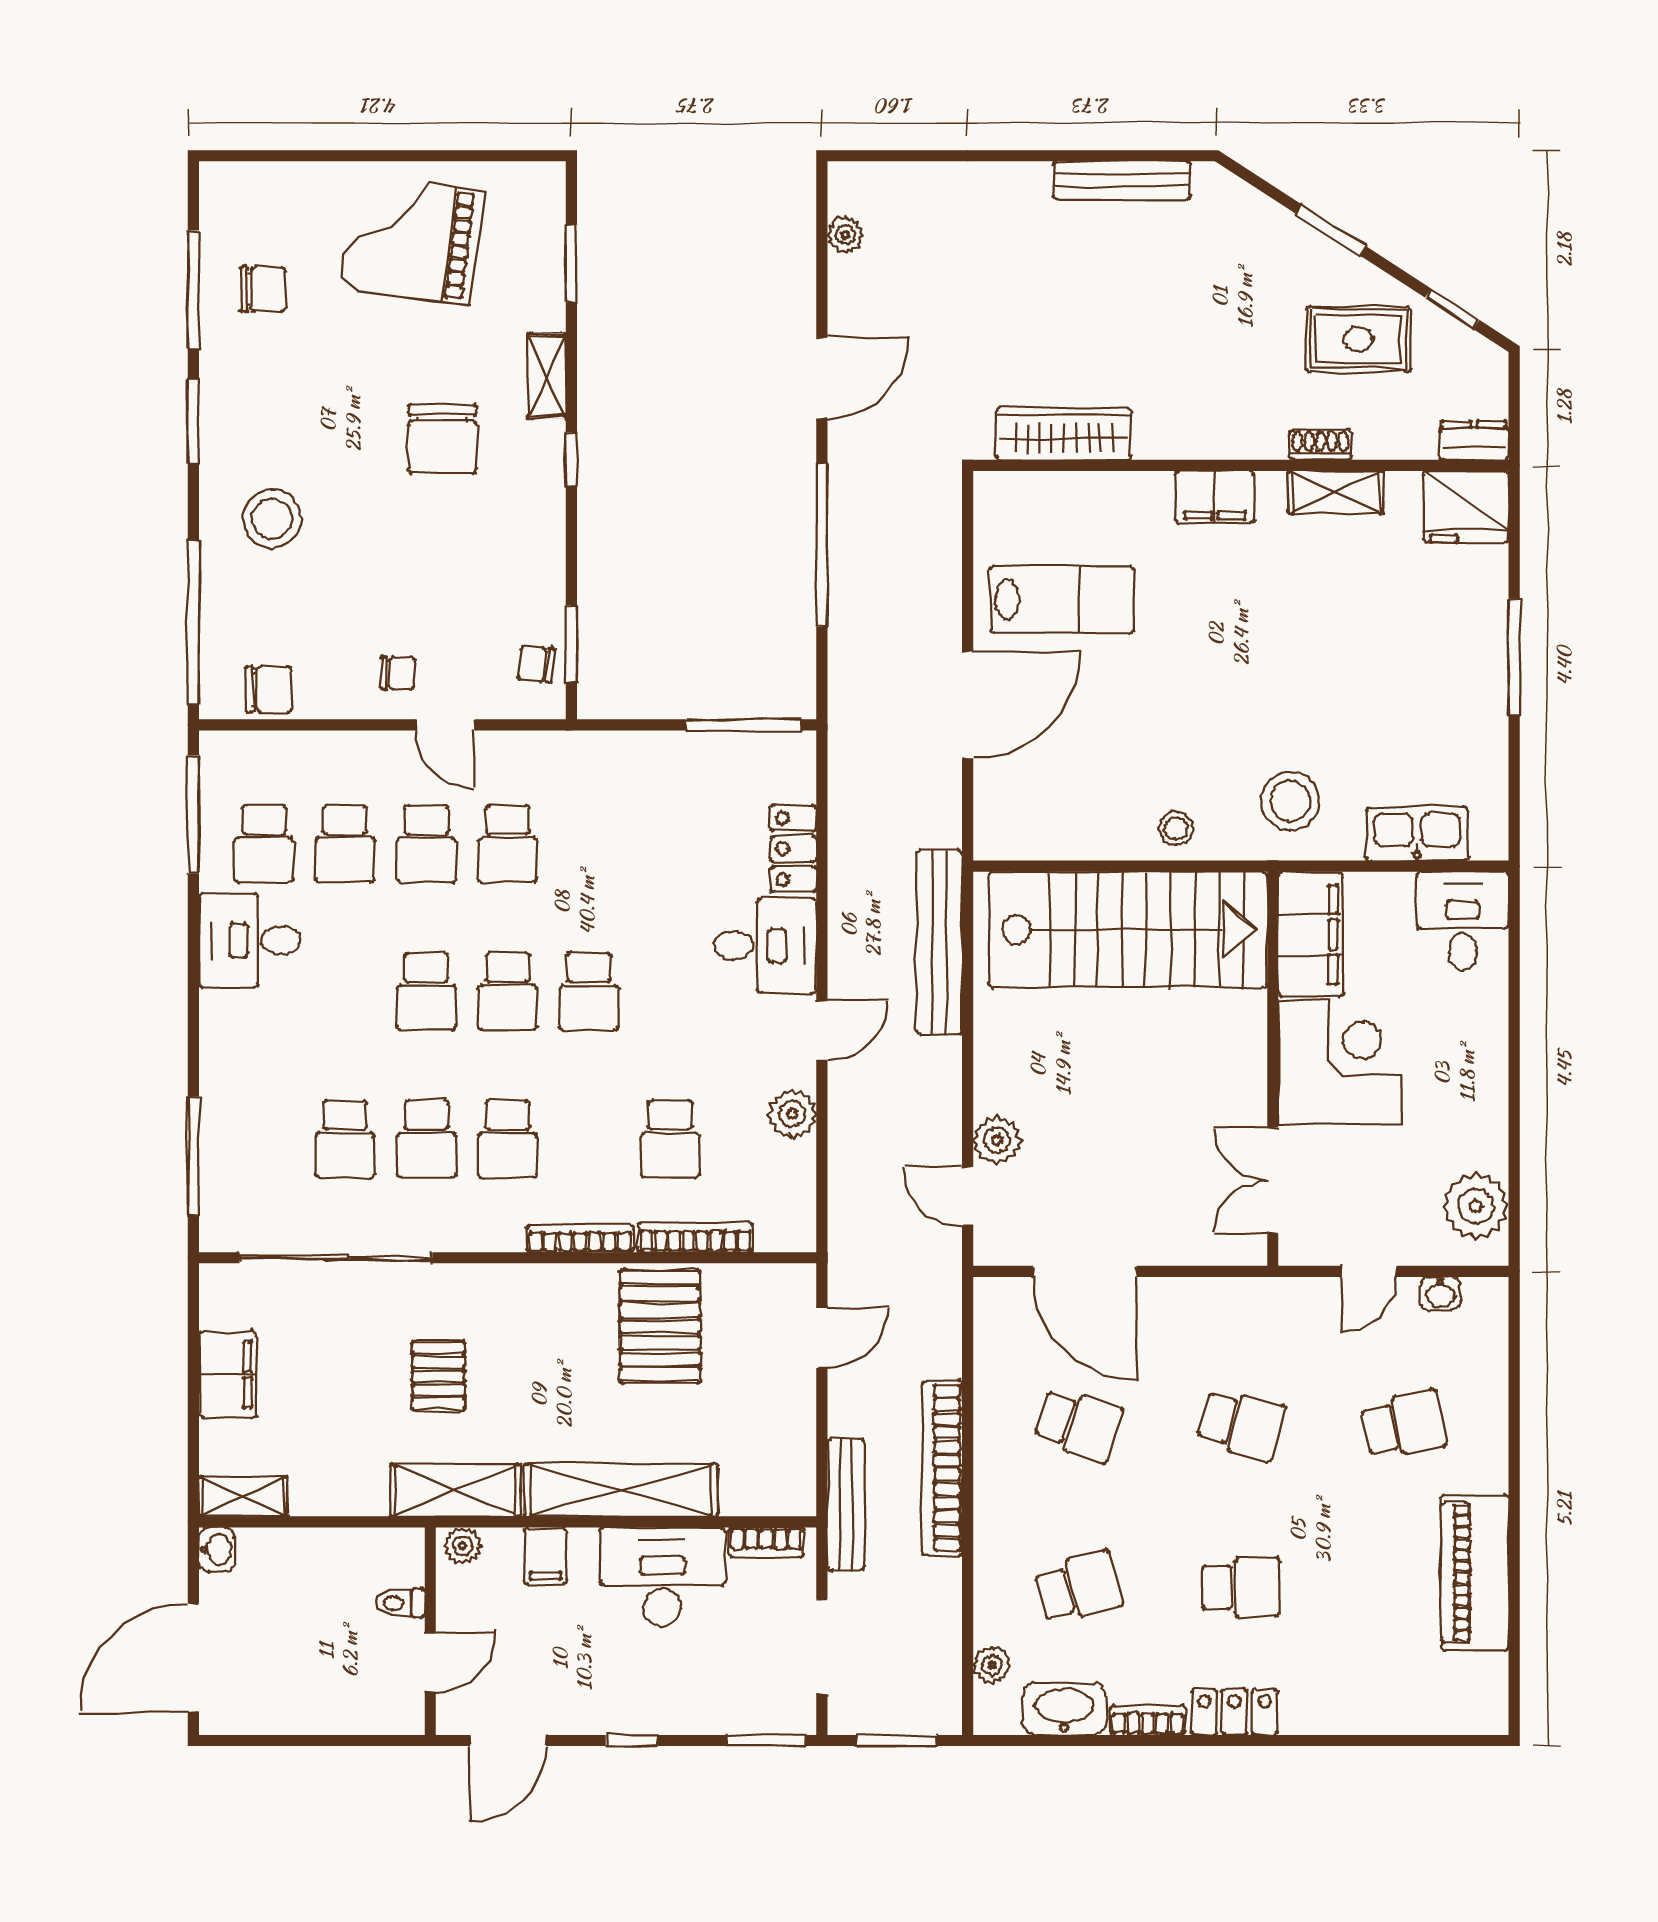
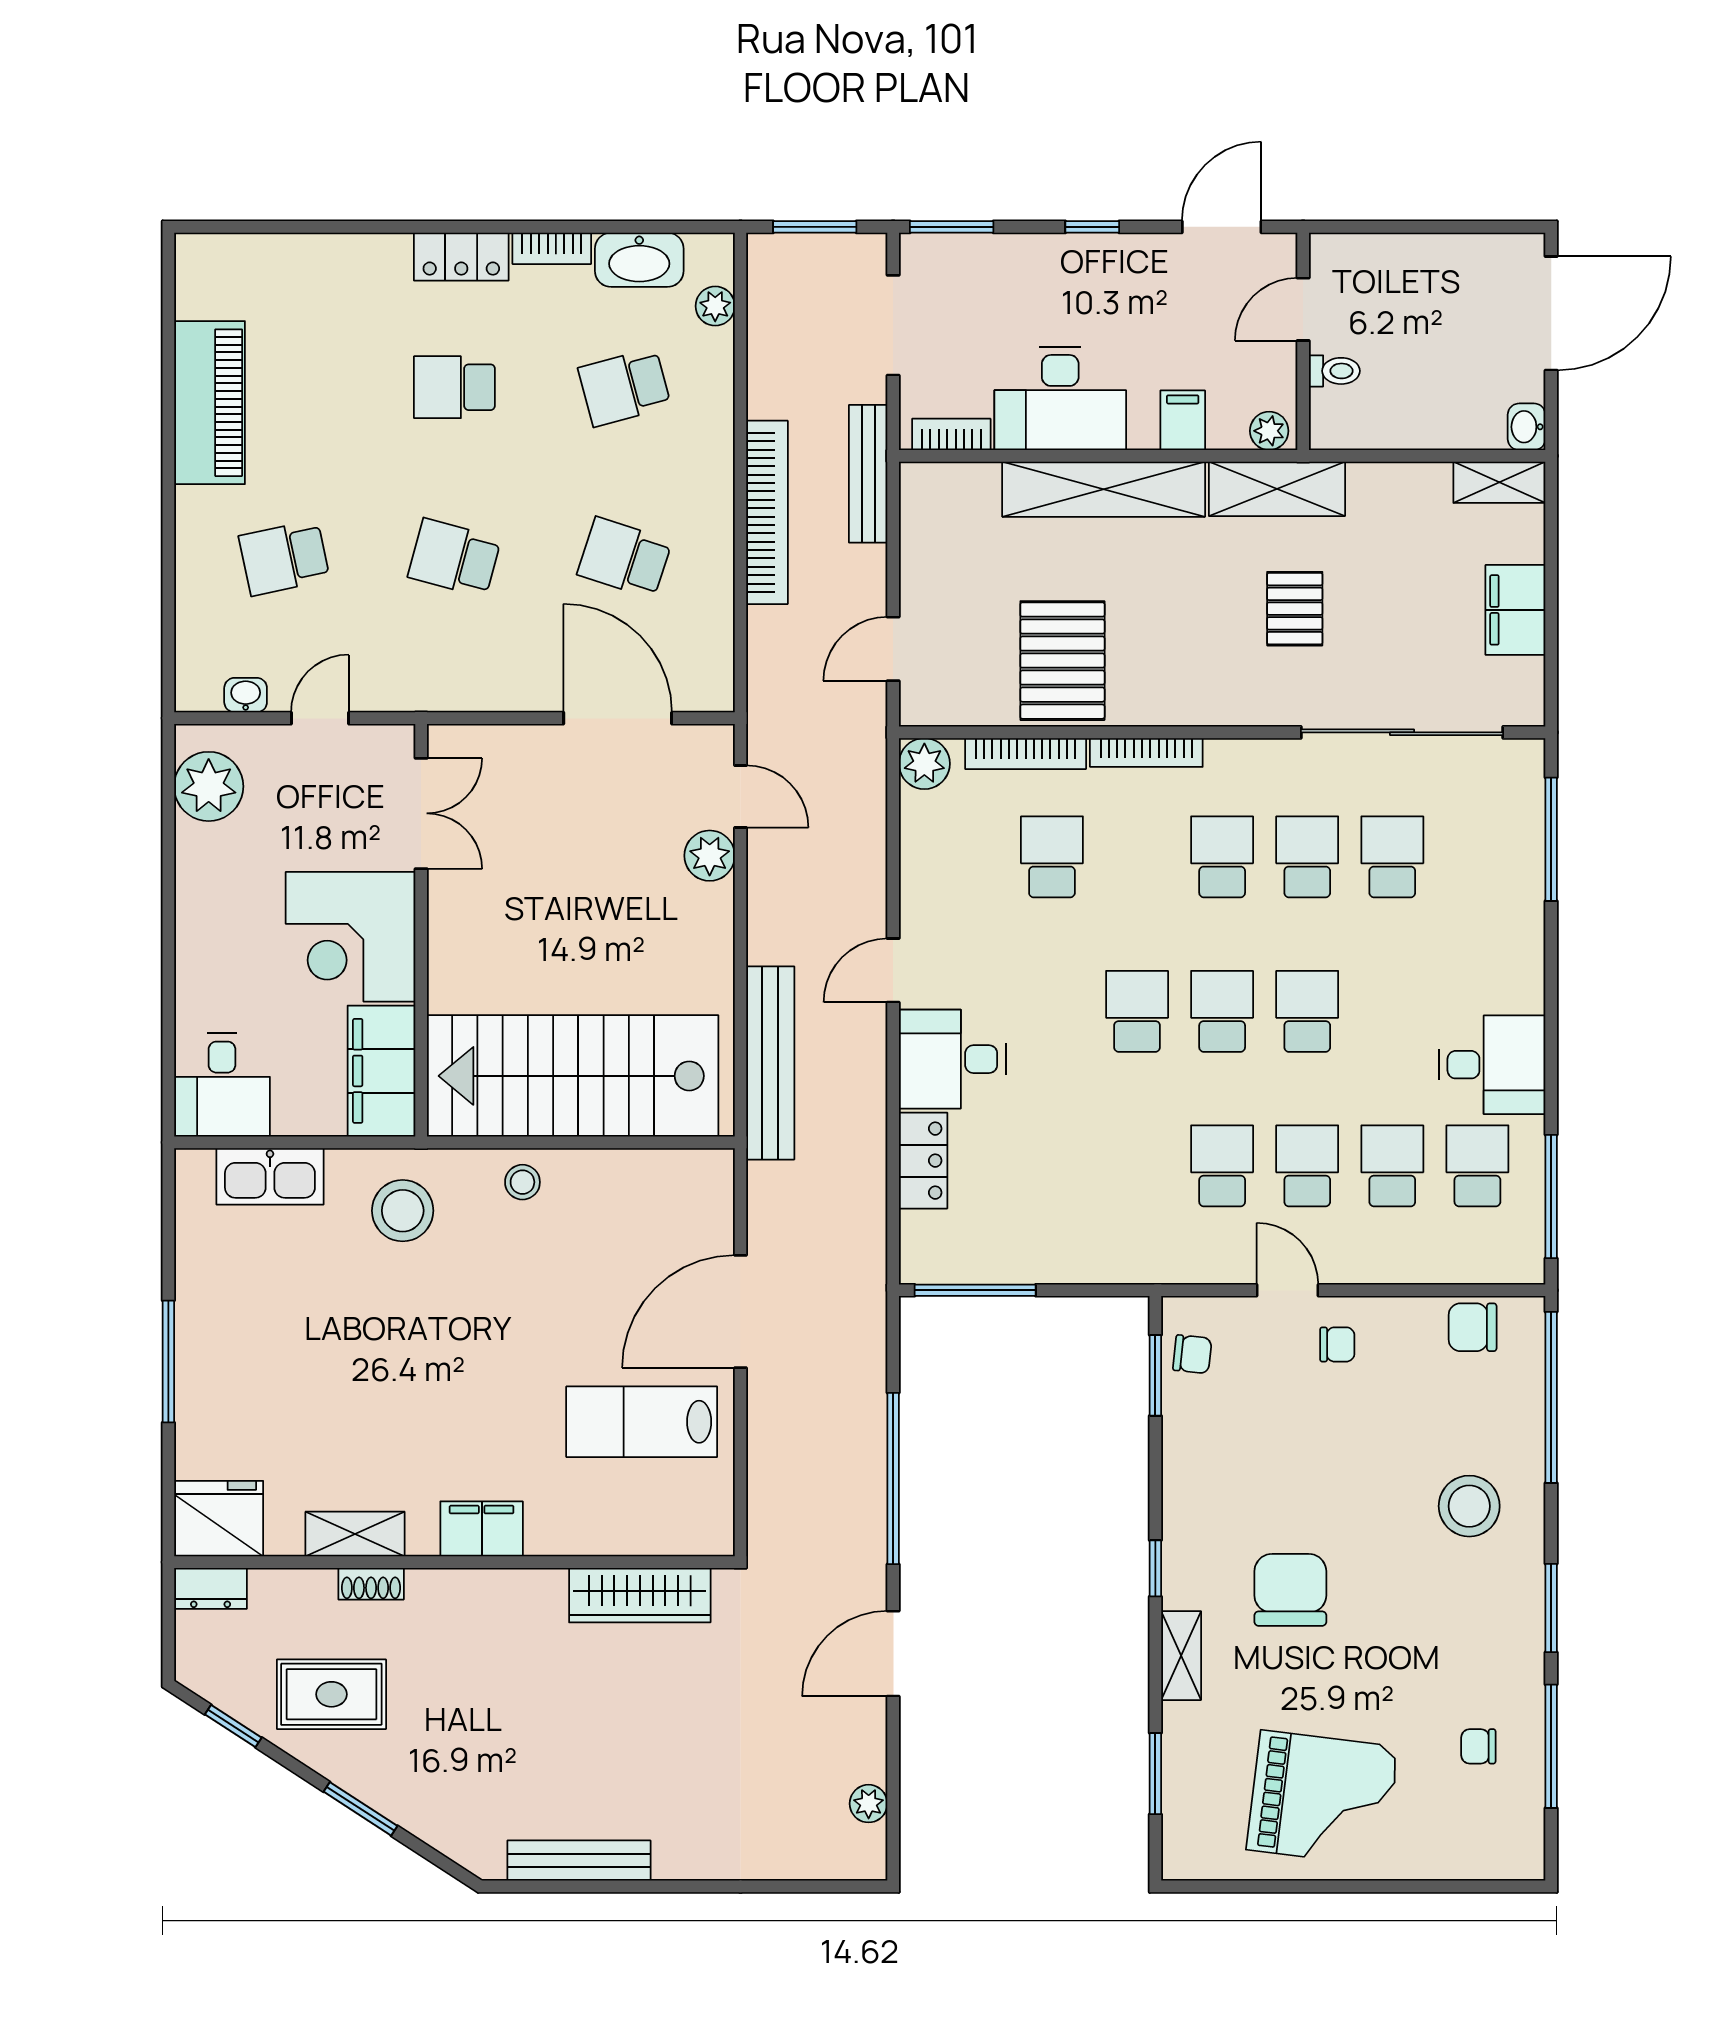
chair: (263, 289) -> (1478, 1746), width x0.73, depth x0.73
chair: (398, 673) -> (1337, 1344), turned 180
plant: (792, 1114) -> (924, 764), moved

